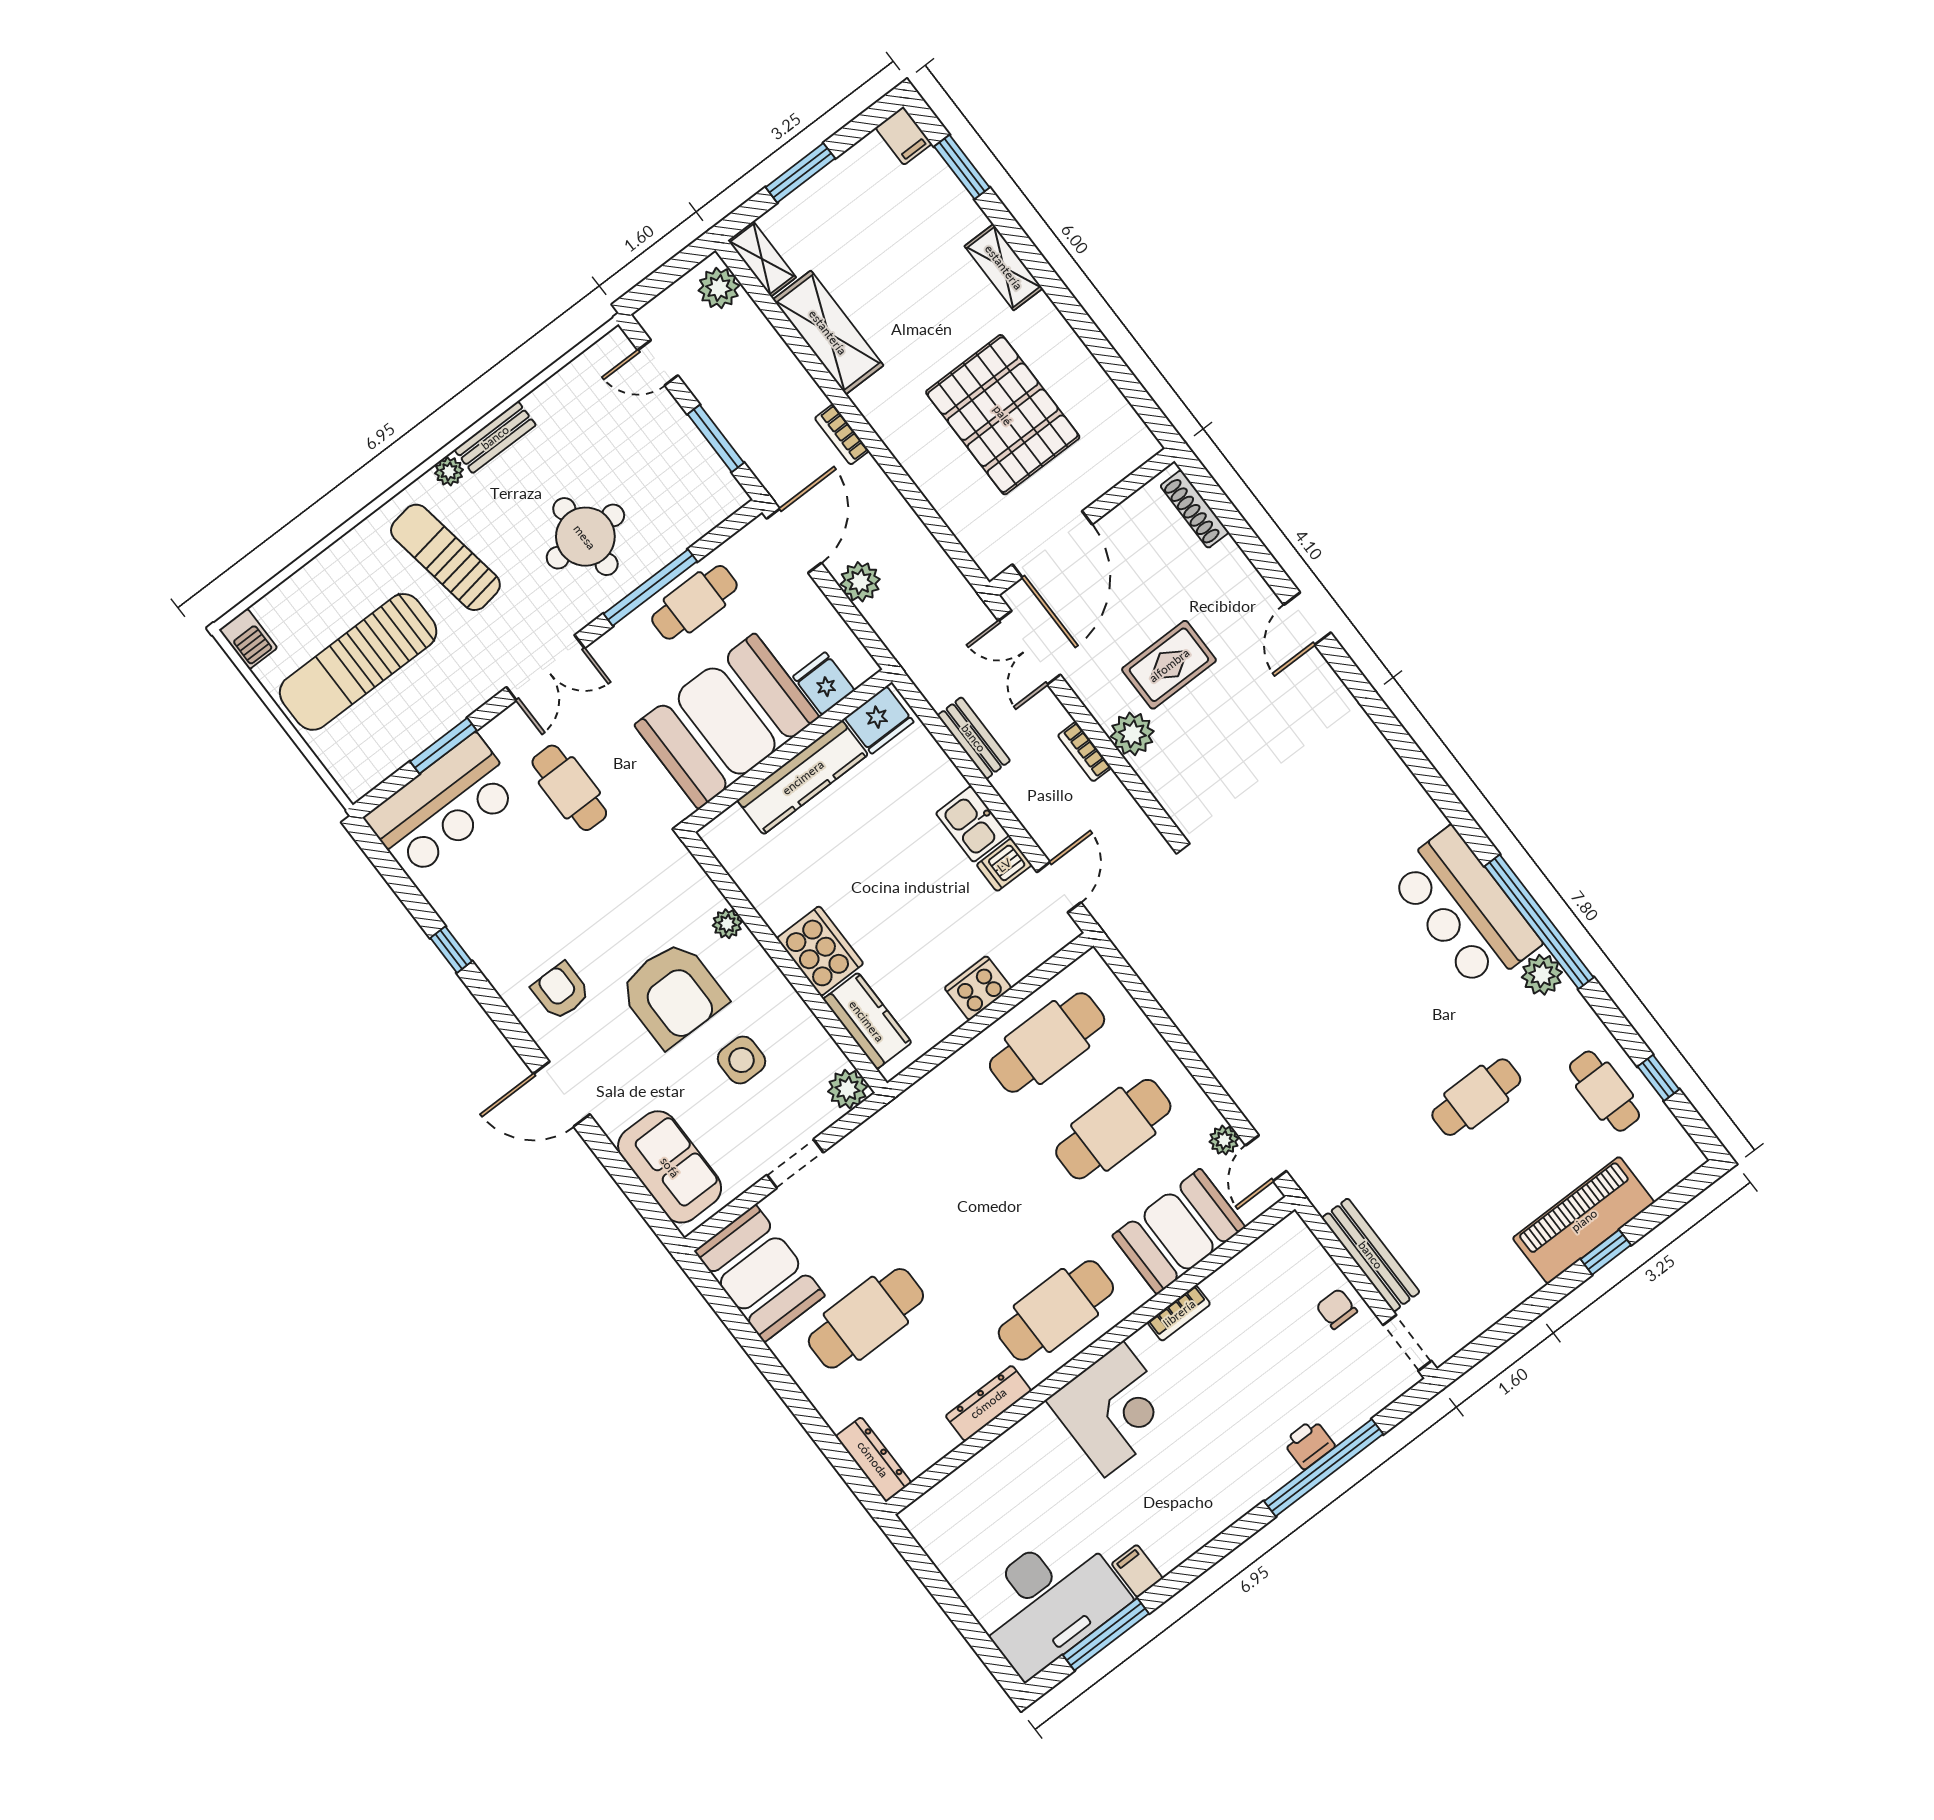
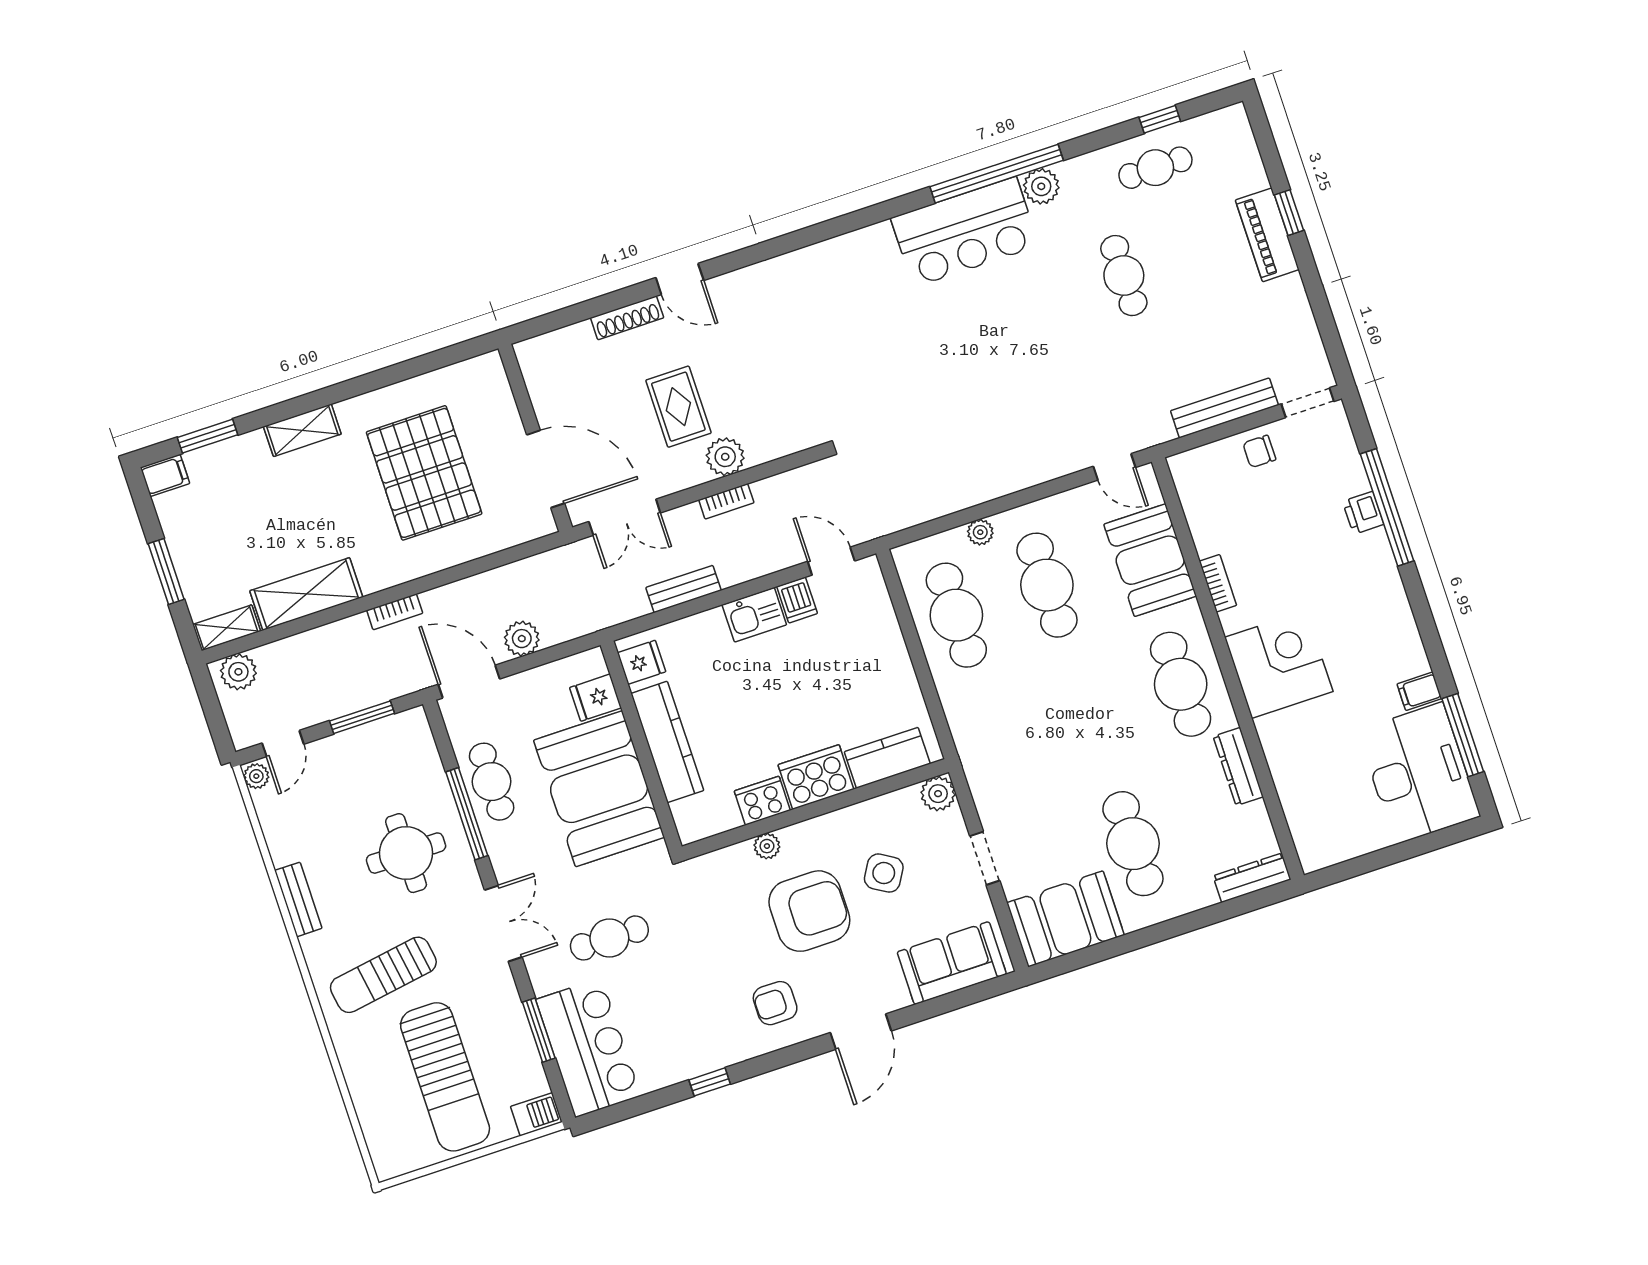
pallet: (1003, 415) -> (424, 473), turned 90
plant: (449, 471) -> (256, 776), moved
shoe rack: (1195, 509) -> (627, 318), moved
barbecue: (248, 639) -> (536, 1114), moved
fridge: (879, 720) -> (642, 662), width x0.72
cooker: (978, 988) -> (762, 801), moved, turned 90
side table: (742, 1060) -> (884, 873), turned 31
plant: (1224, 1140) -> (980, 532), moved
piano: (1584, 1220) -> (1267, 235), width x0.73, depth x0.75

